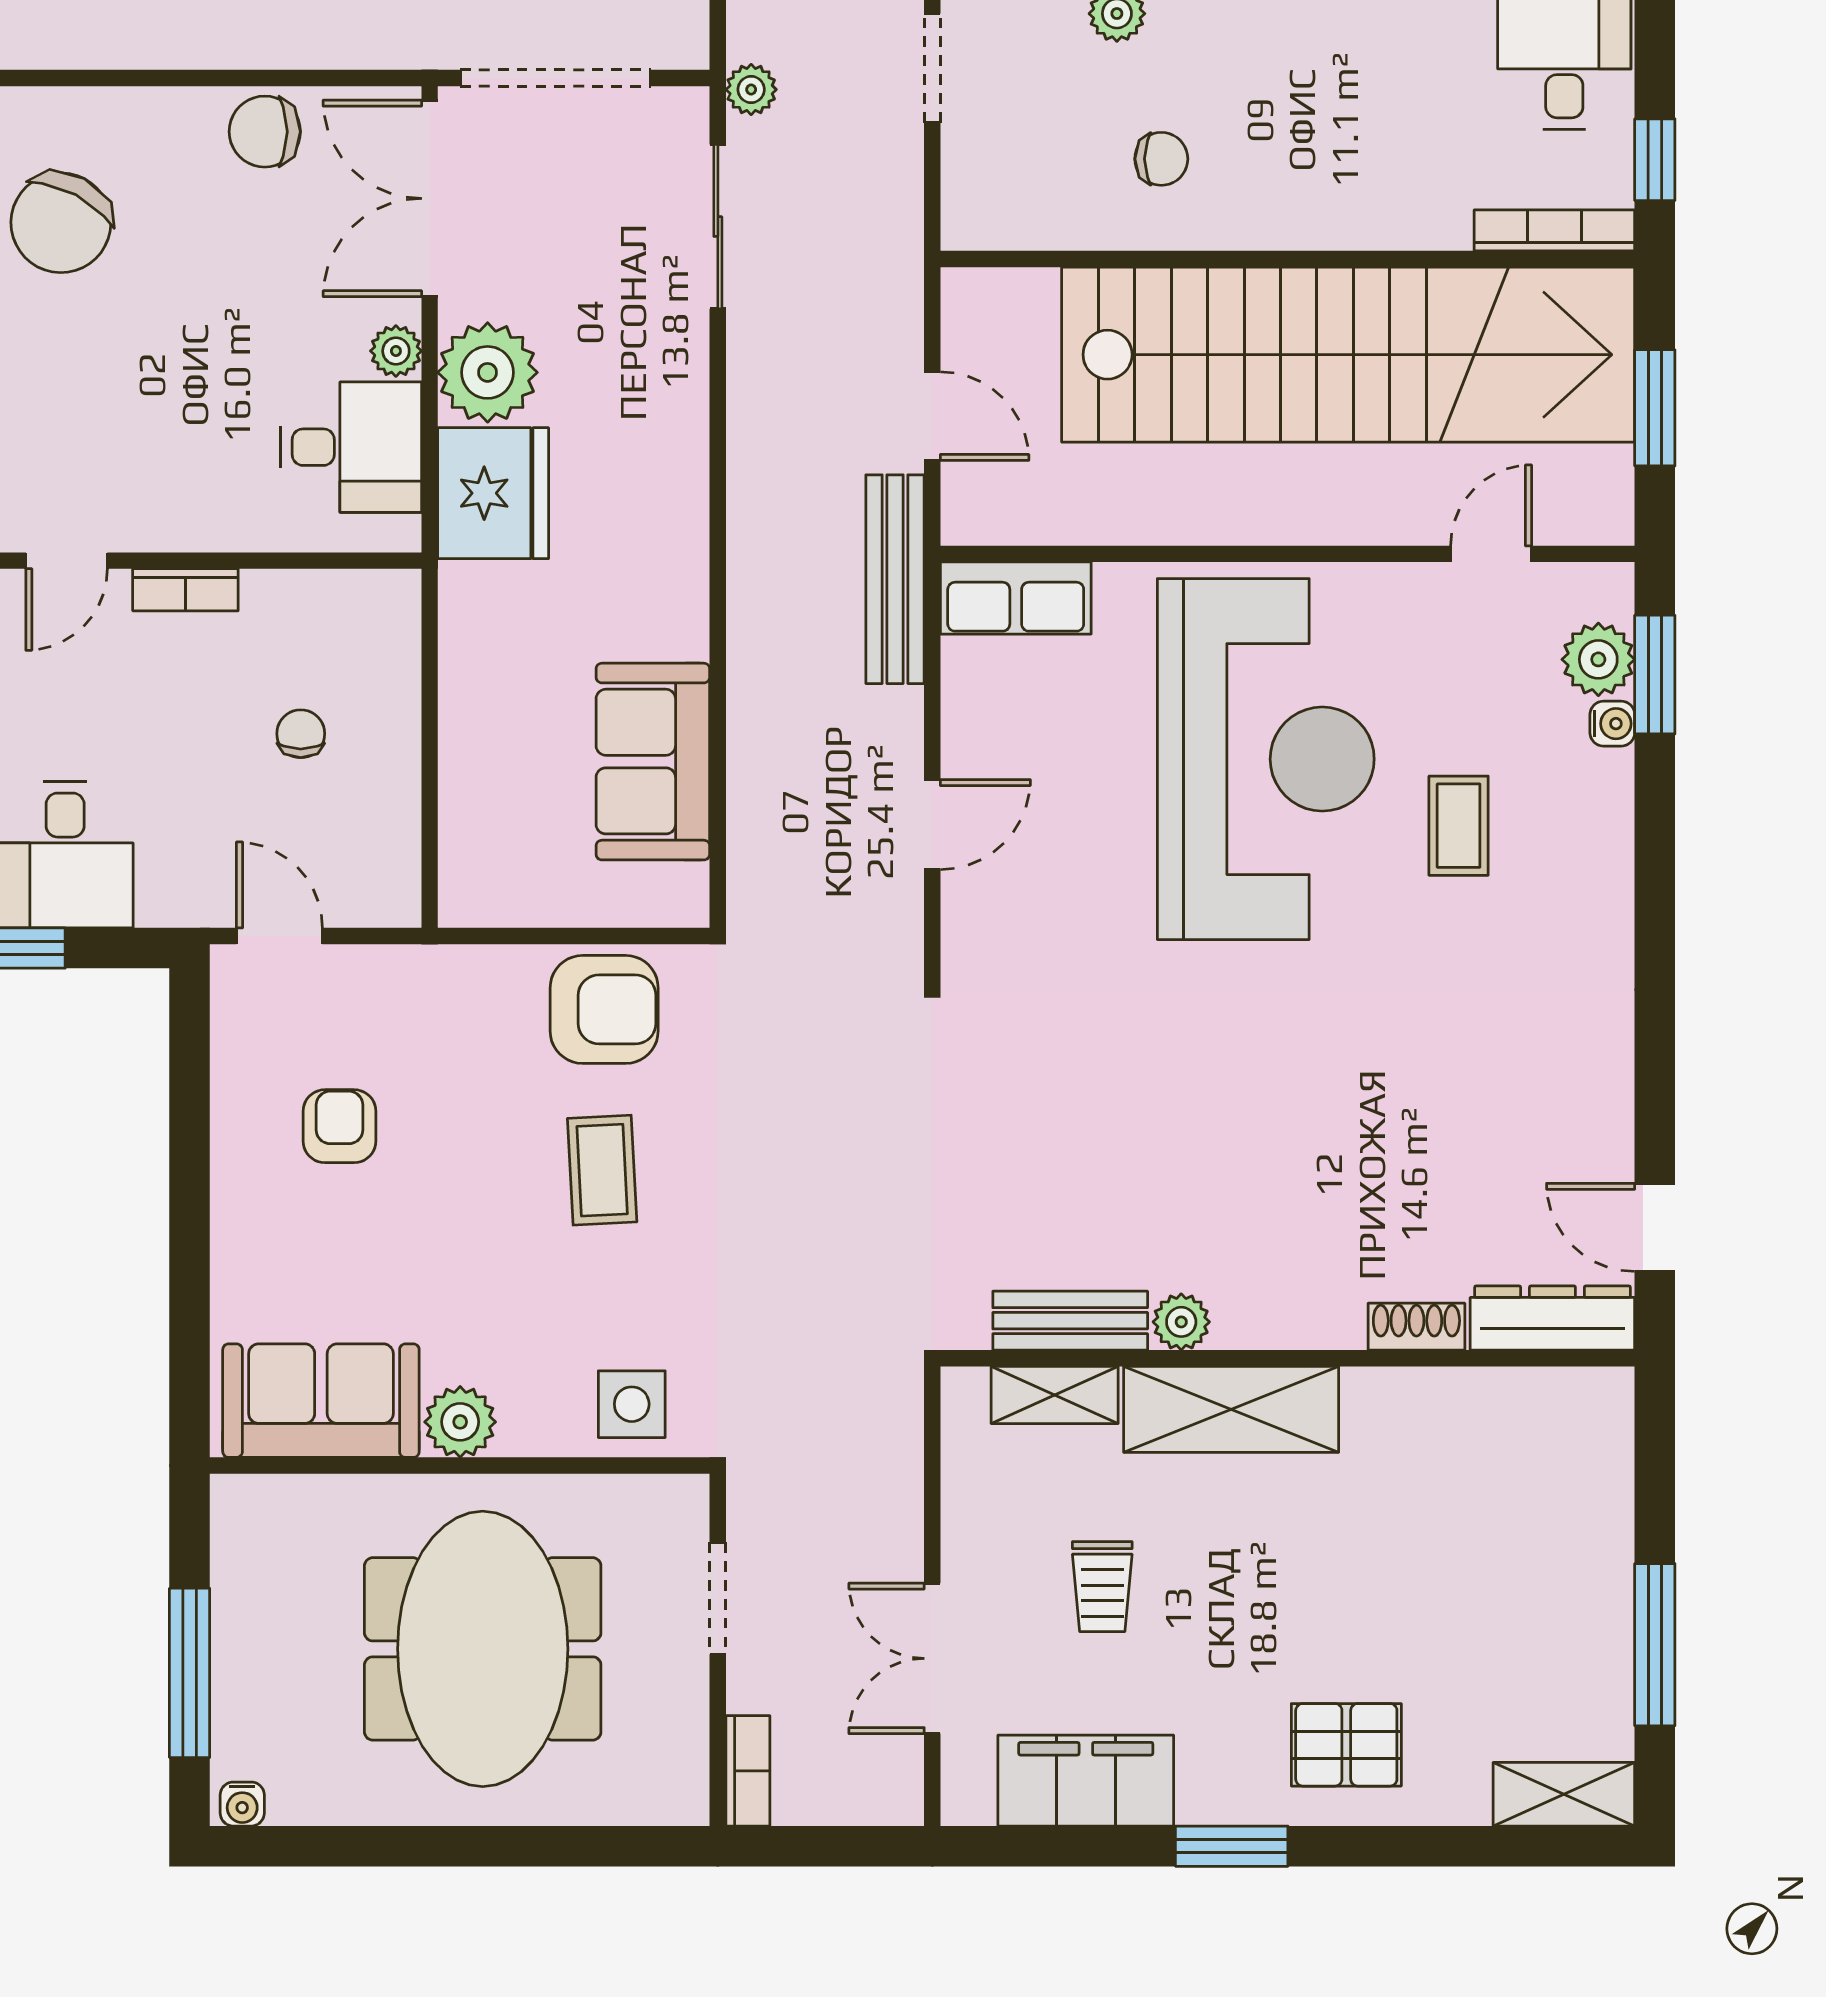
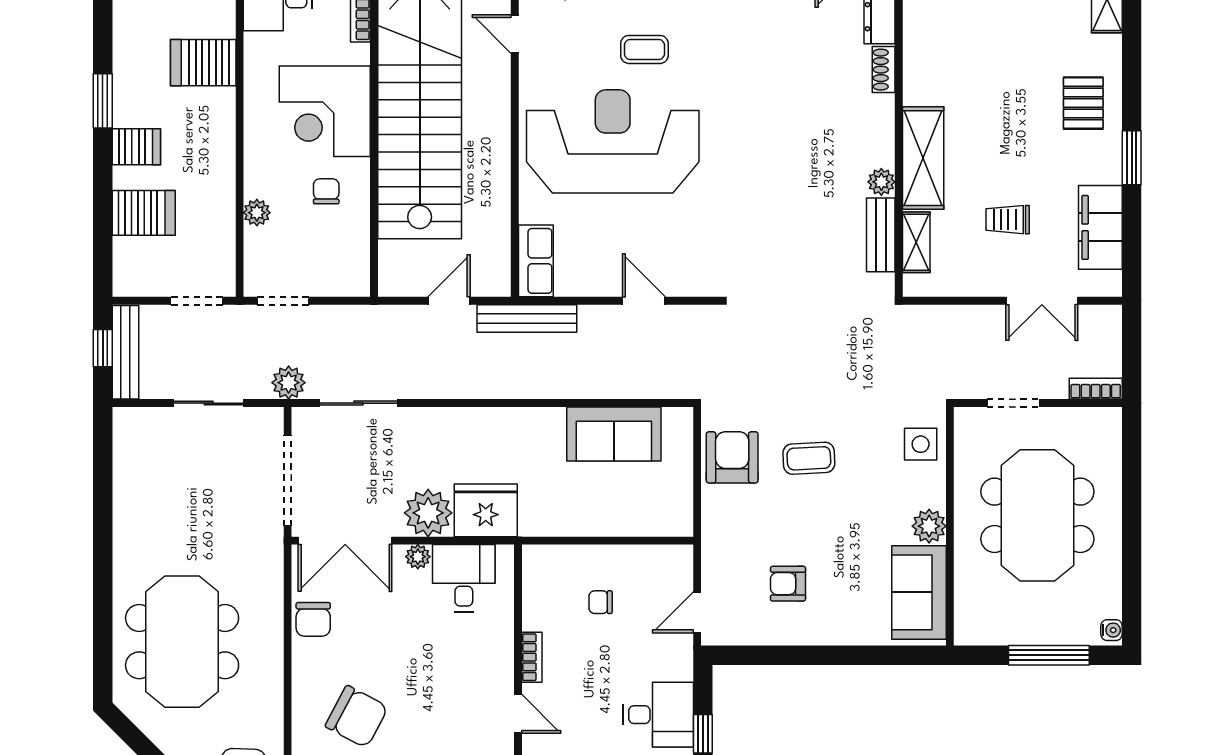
plant: (751, 90) -> (289, 383), width x1.38, depth x1.38
corner desk: (1329, 156) -> (325, 111), added
trolley: (1102, 1587) -> (1008, 220), turned 180
meeting table: (483, 1649) -> (1037, 515), turned 90

